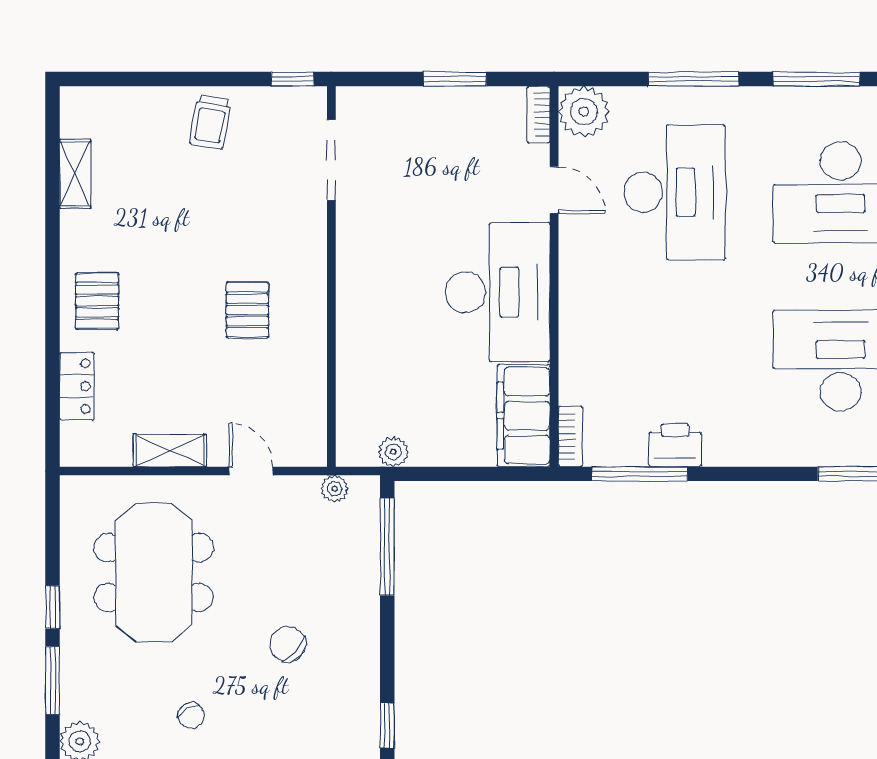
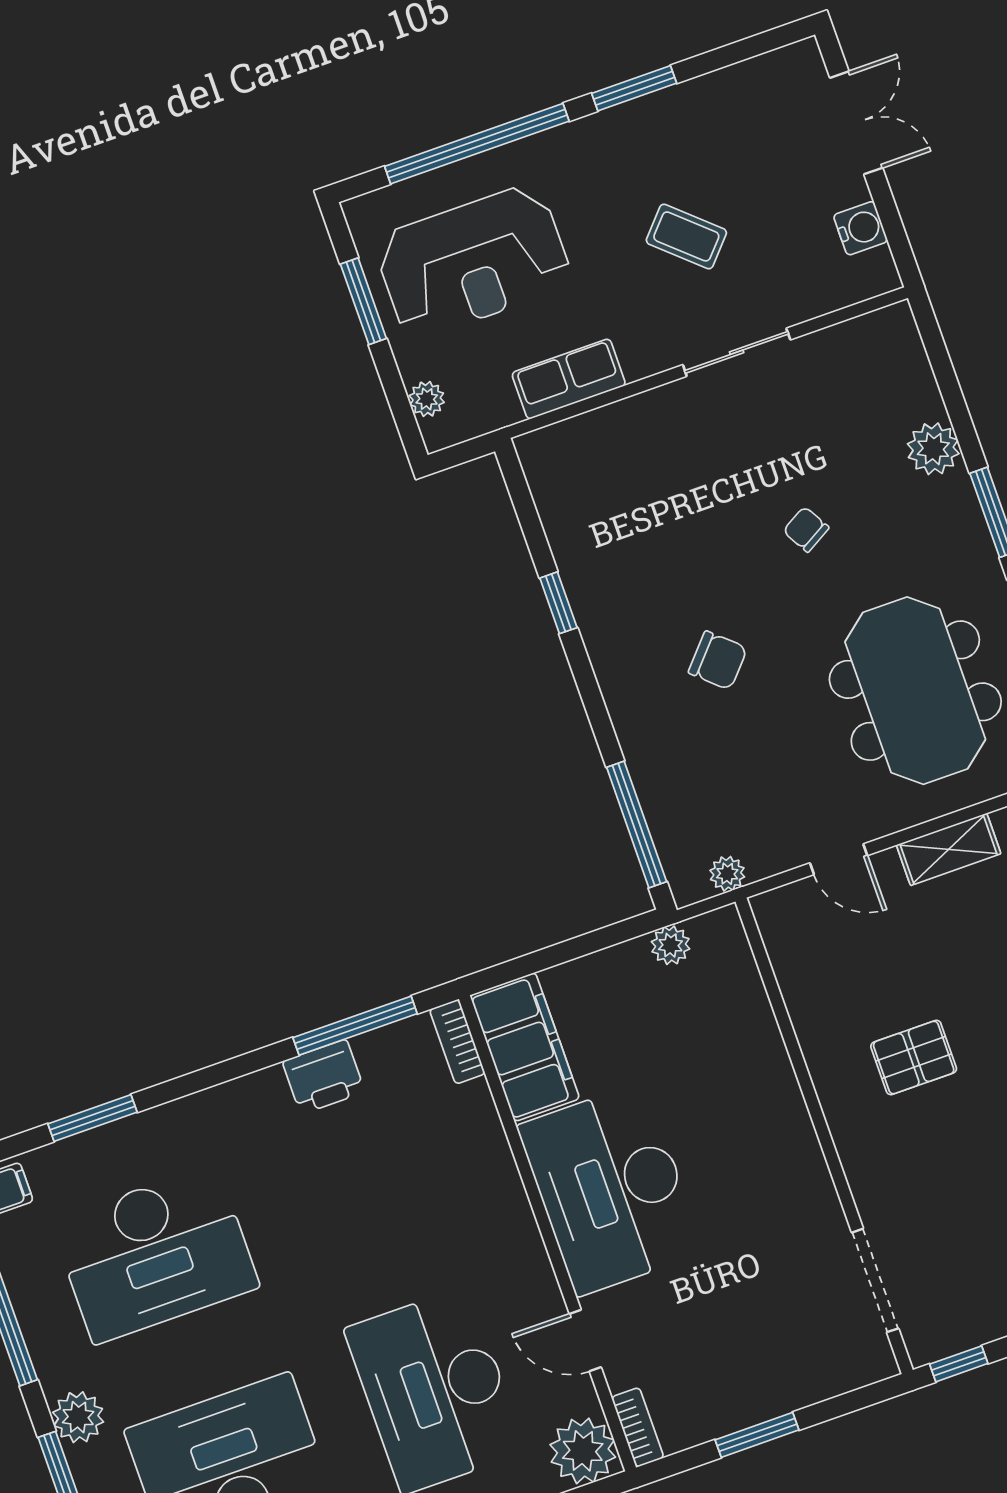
pallet: (247, 310) -> (914, 1058), turned 90

